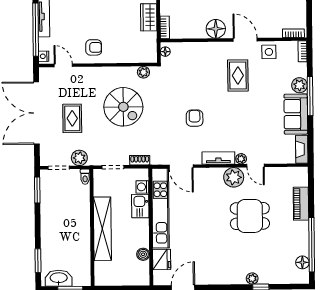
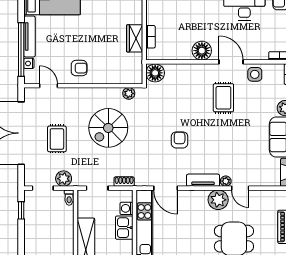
bookcase: (165, 27) -> (151, 37), moved
floor lamp: (165, 52) -> (155, 73), width x1.89, depth x1.89
nightstand: (44, 56) -> (29, 63), moved
spiral stairs: (123, 107) -> (108, 128), turned 90
window: (37, 190) -> (21, 210), width x0.67

